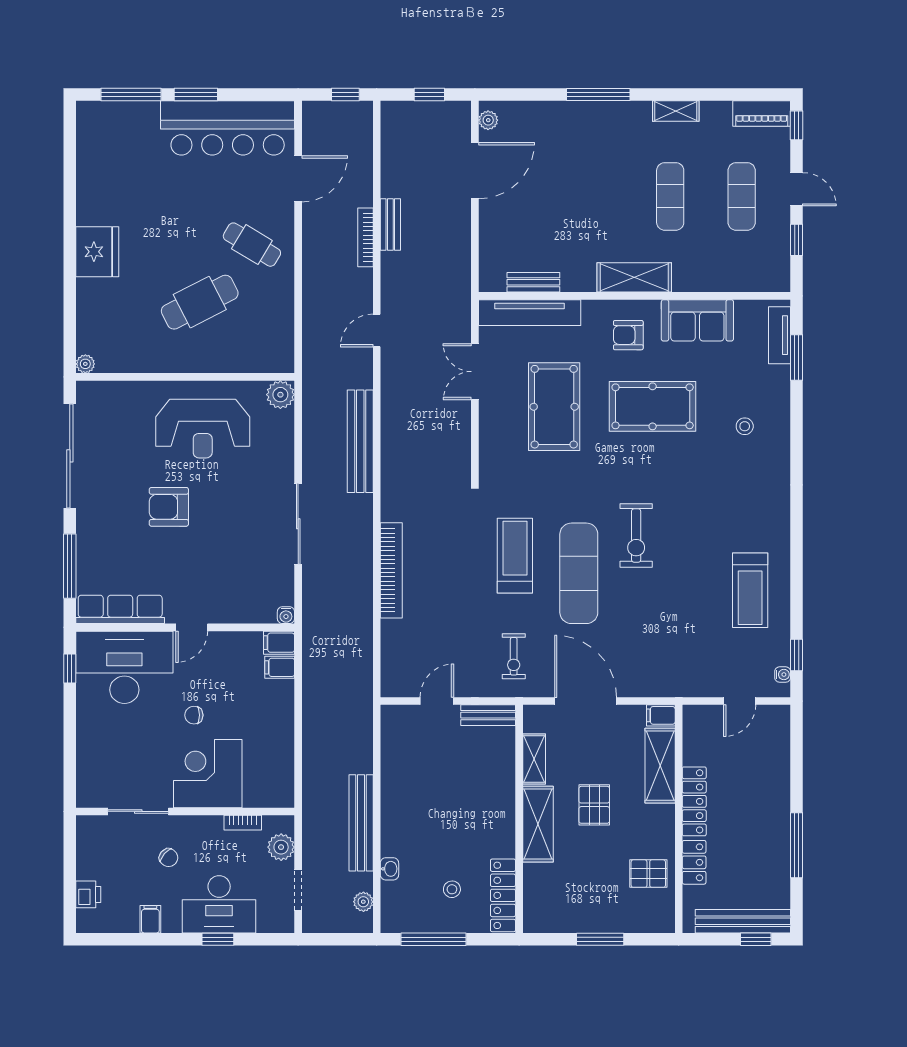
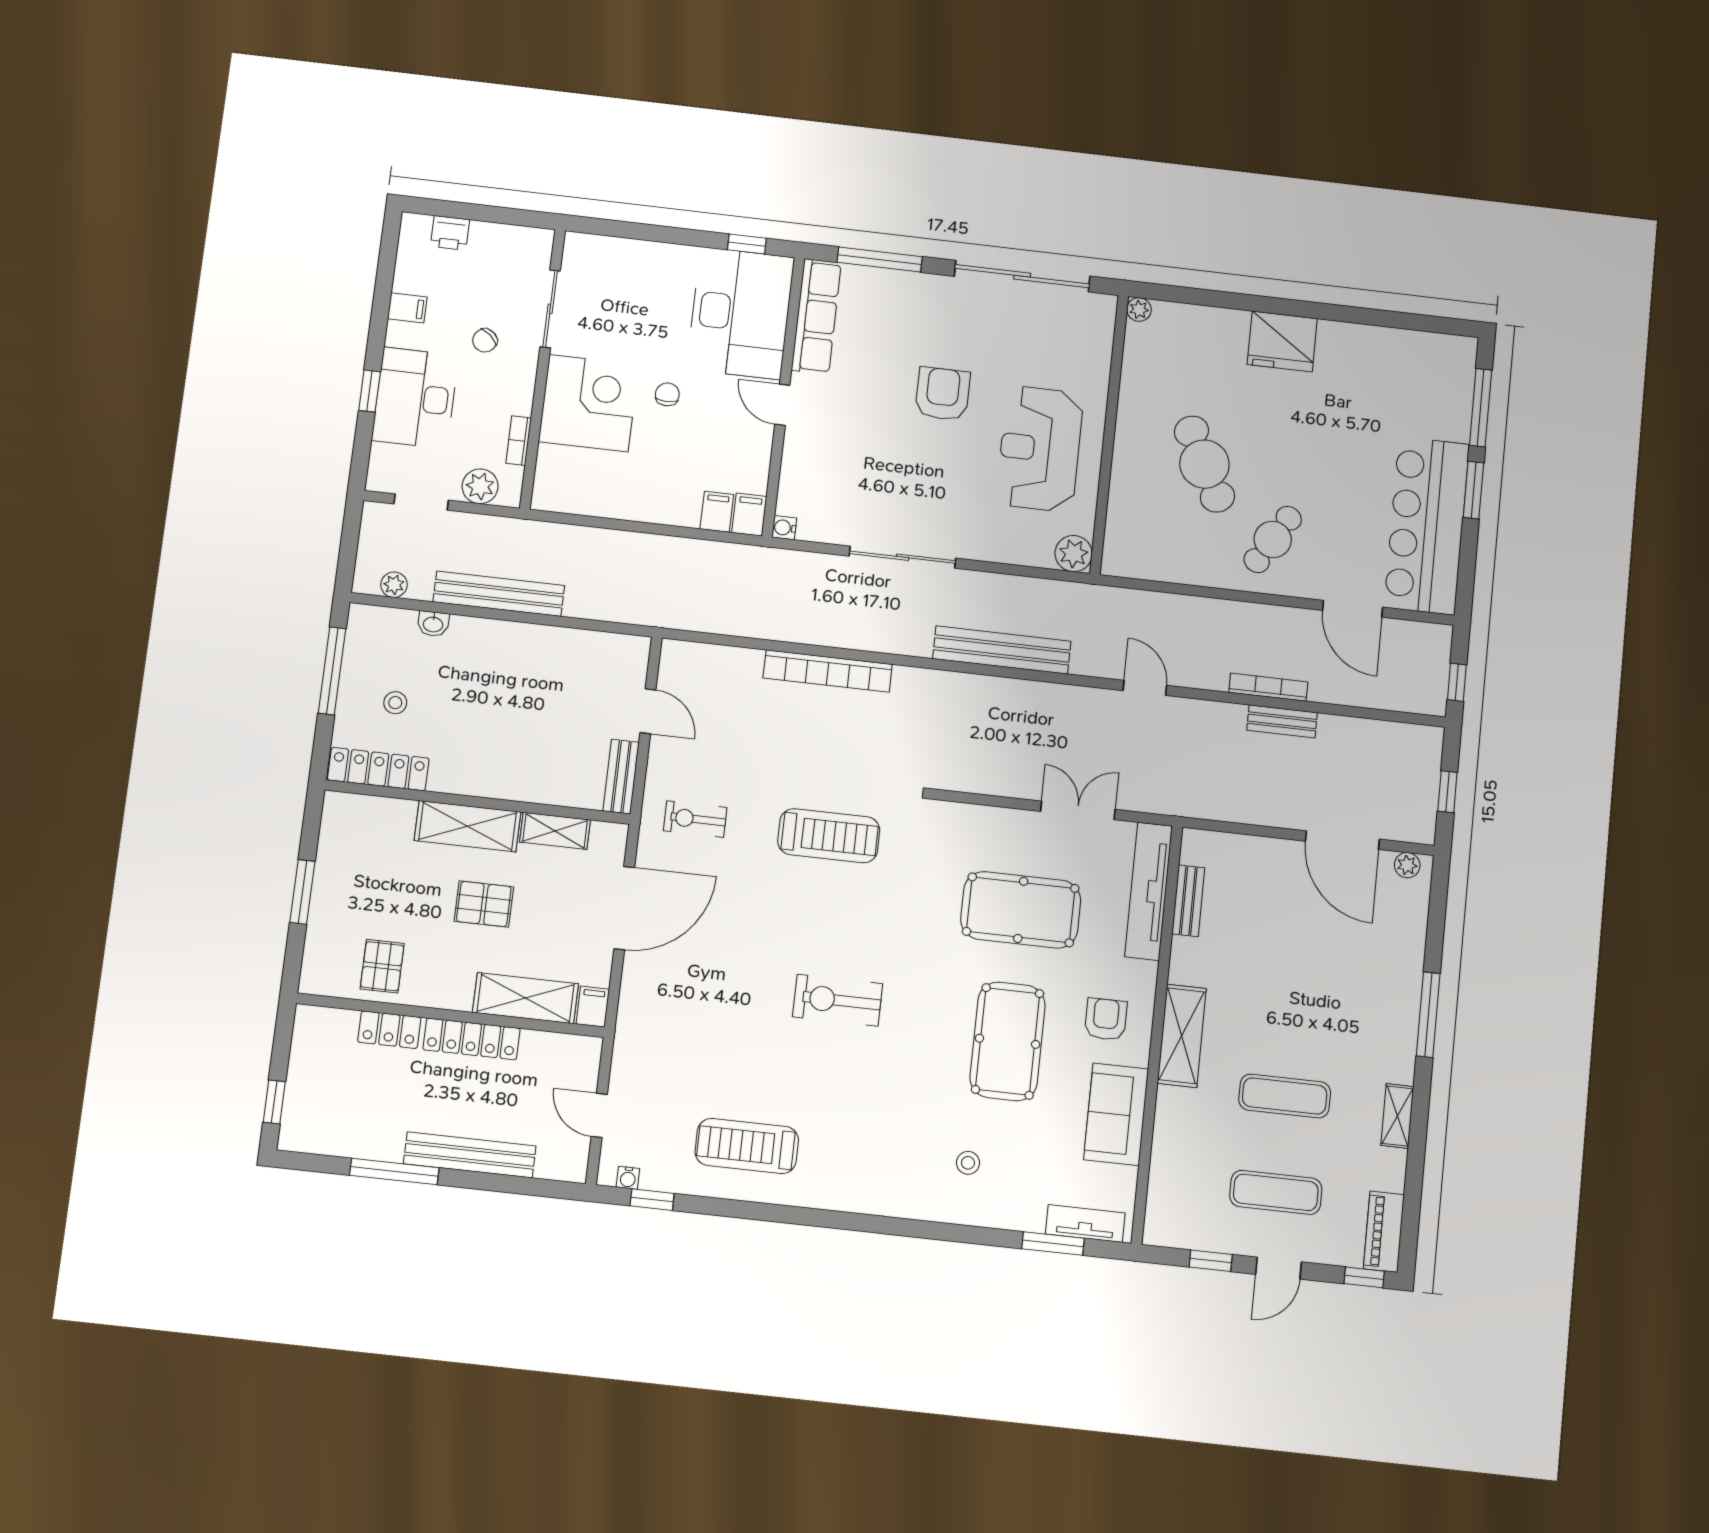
exercise mat: (579, 573) -> (796, 918), removed
bench: (743, 921) -> (470, 1155), moved, turned 90

